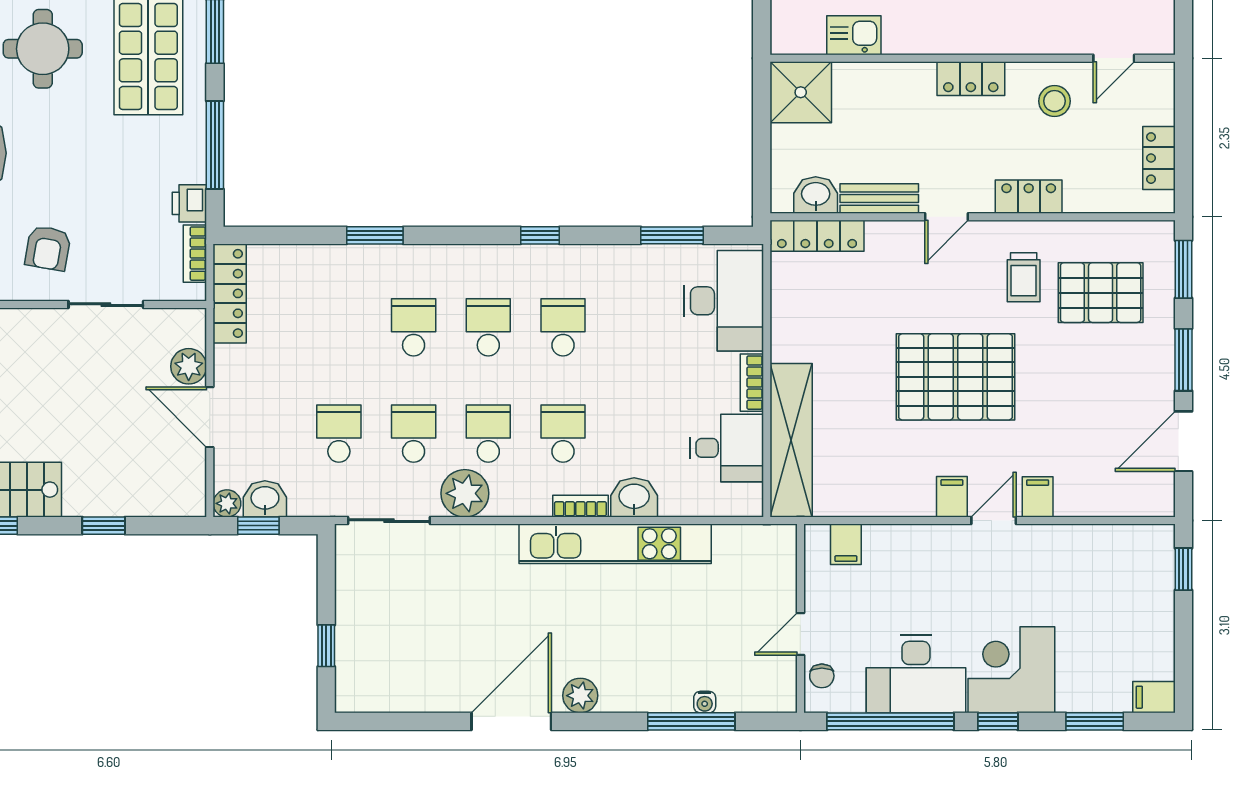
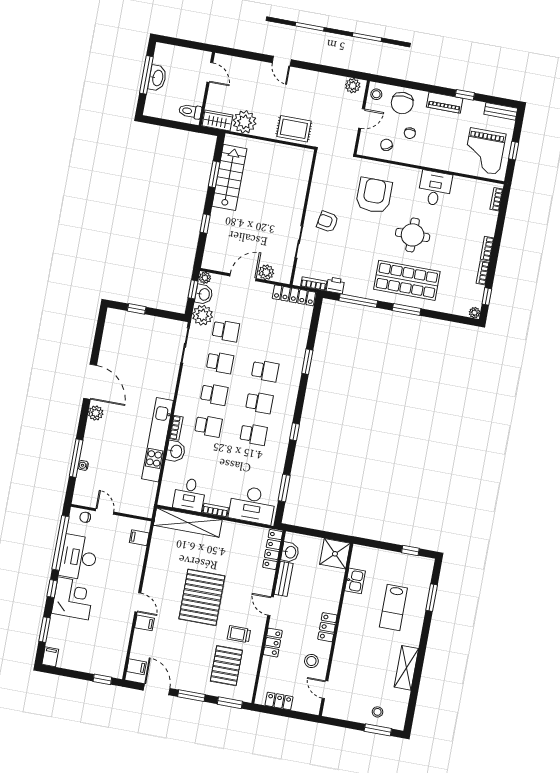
plant: (465, 493) -> (202, 315), moved
filing cabinet: (952, 497) -> (136, 667), moved

